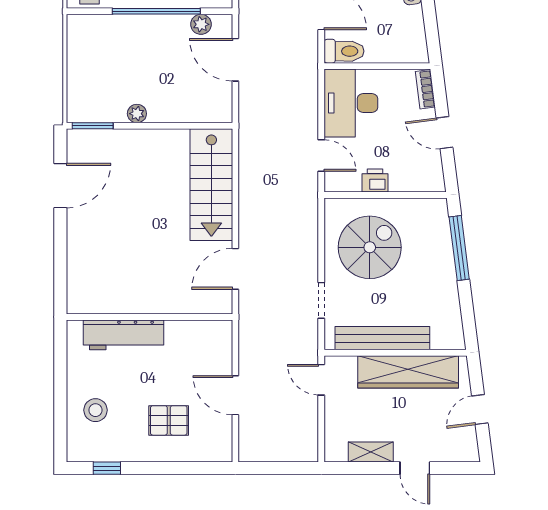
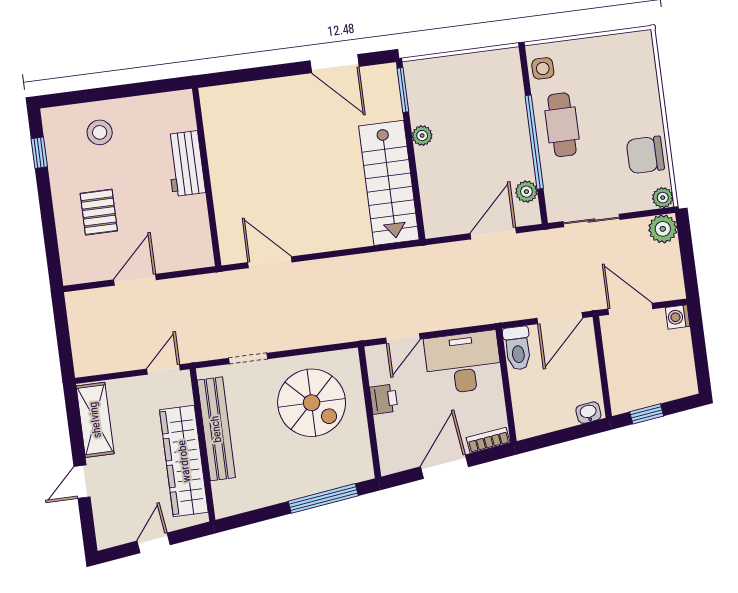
door: (444, 133) -> (444, 467), width x1.38
stairs: (211, 185) -> (389, 183), moved, turned -90
workbench: (123, 335) -> (185, 164), width x0.73
door: (480, 410) -> (154, 543), hinge flipped
shelving: (371, 452) -> (95, 420), width x1.50, depth x1.33

